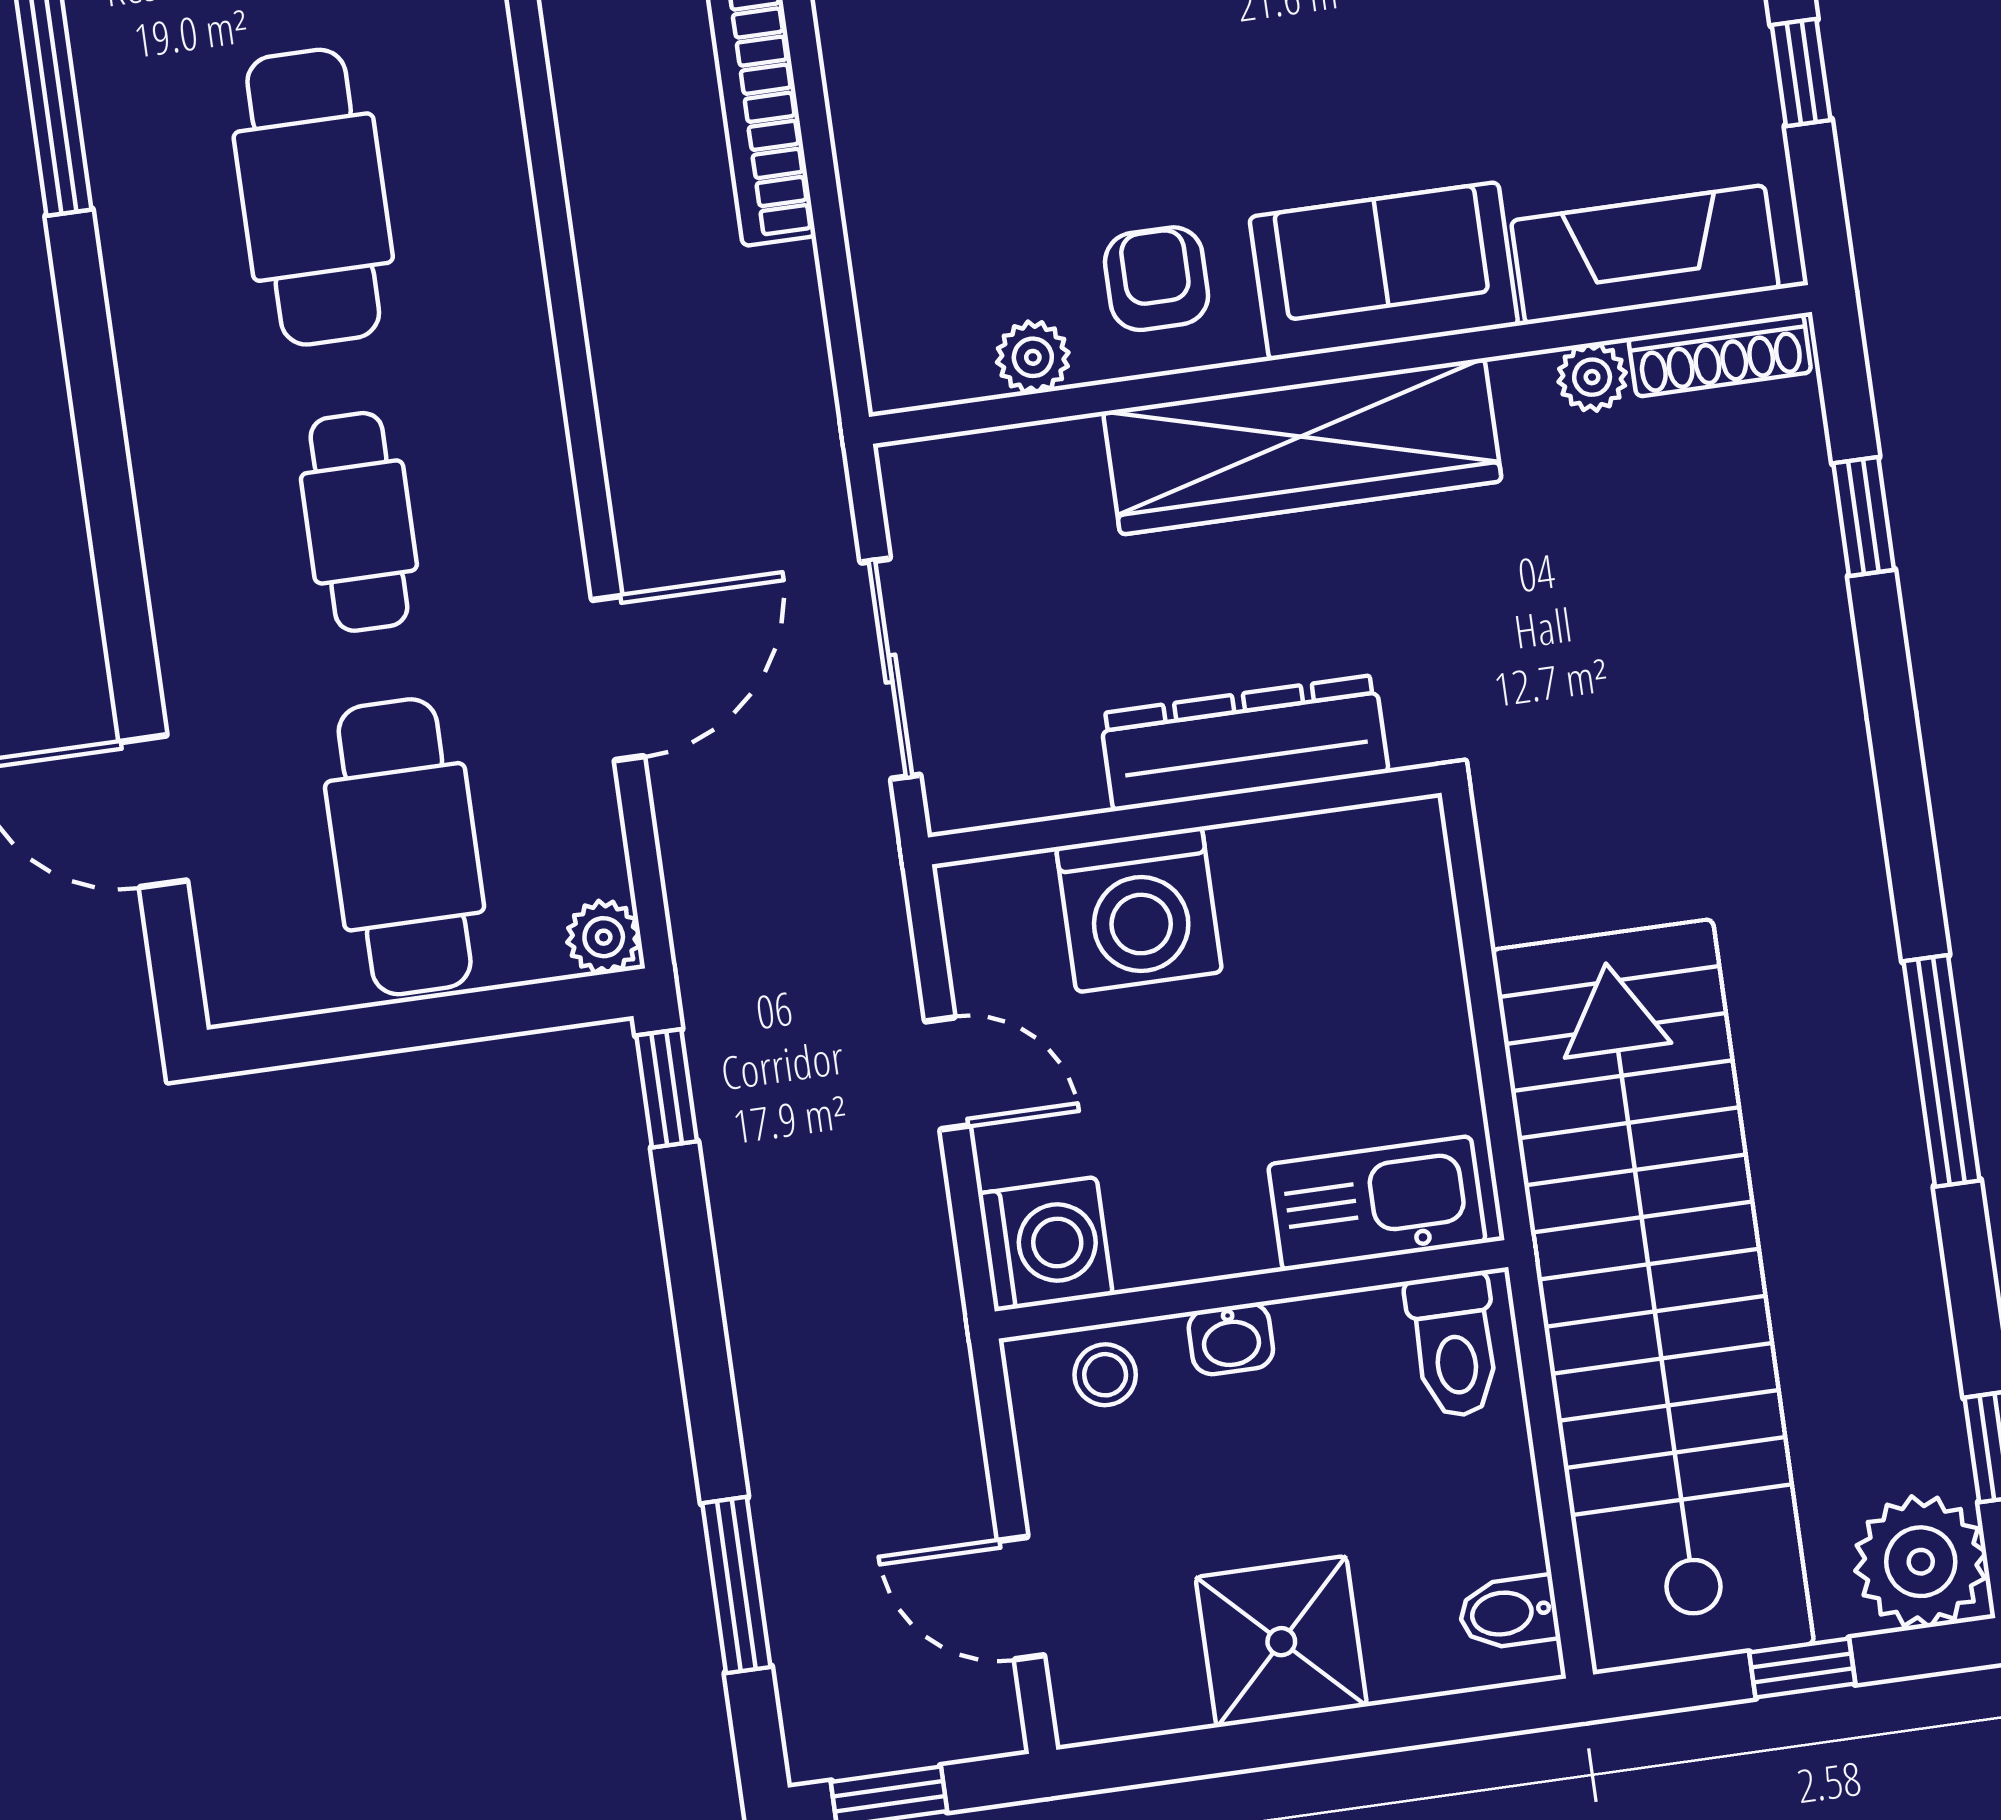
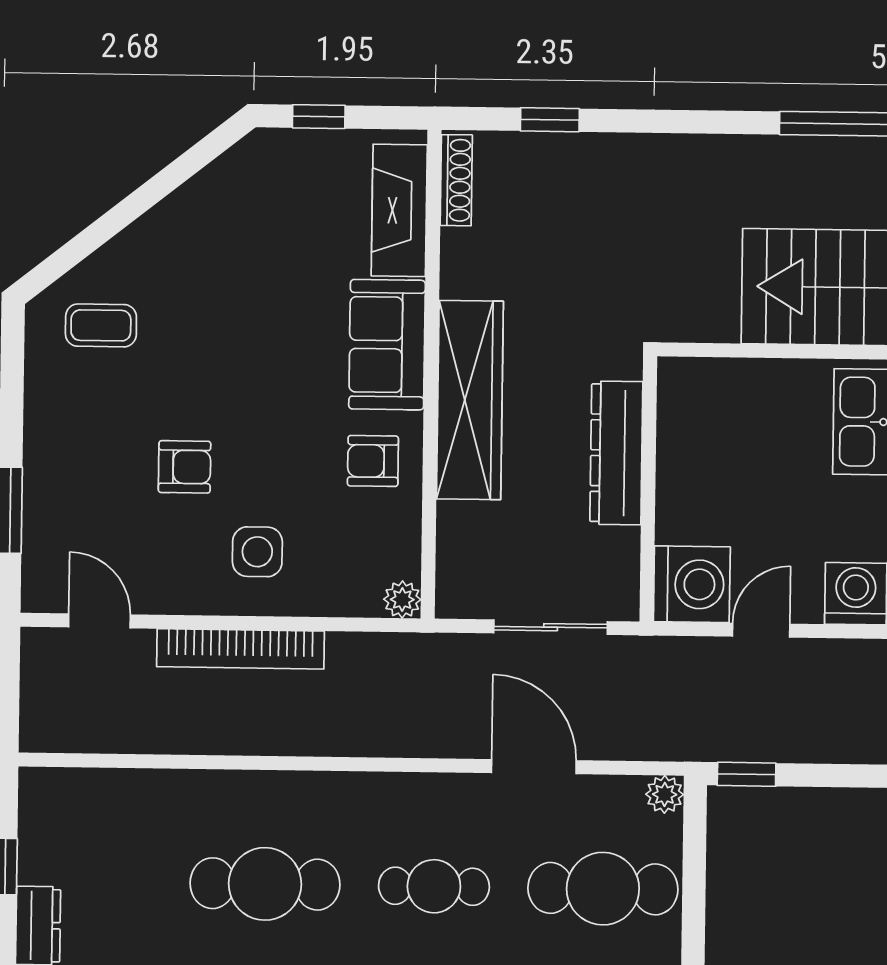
side table: (948, 84) -> (257, 552), added
plant: (1033, 357) -> (402, 599), moved
plant: (1592, 377) -> (457, 247), removed
washing machine: (1139, 909) -> (692, 584), moved

